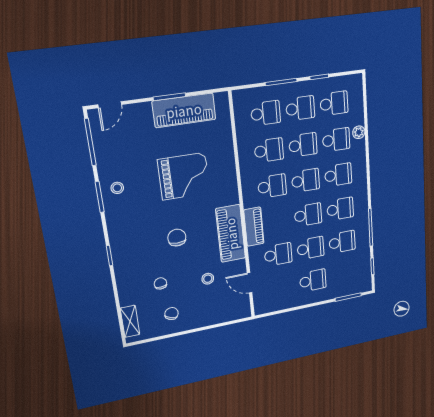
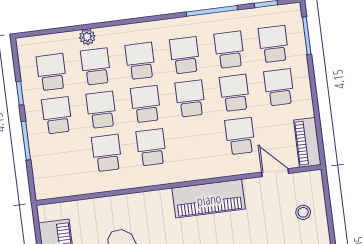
school desk: (266, 113) -> (274, 44), moved
piano: (254, 227) -> (307, 142), moved, turned -90
stool: (208, 279) -> (303, 212), moved
door: (250, 283) -> (275, 173), swing flipped

